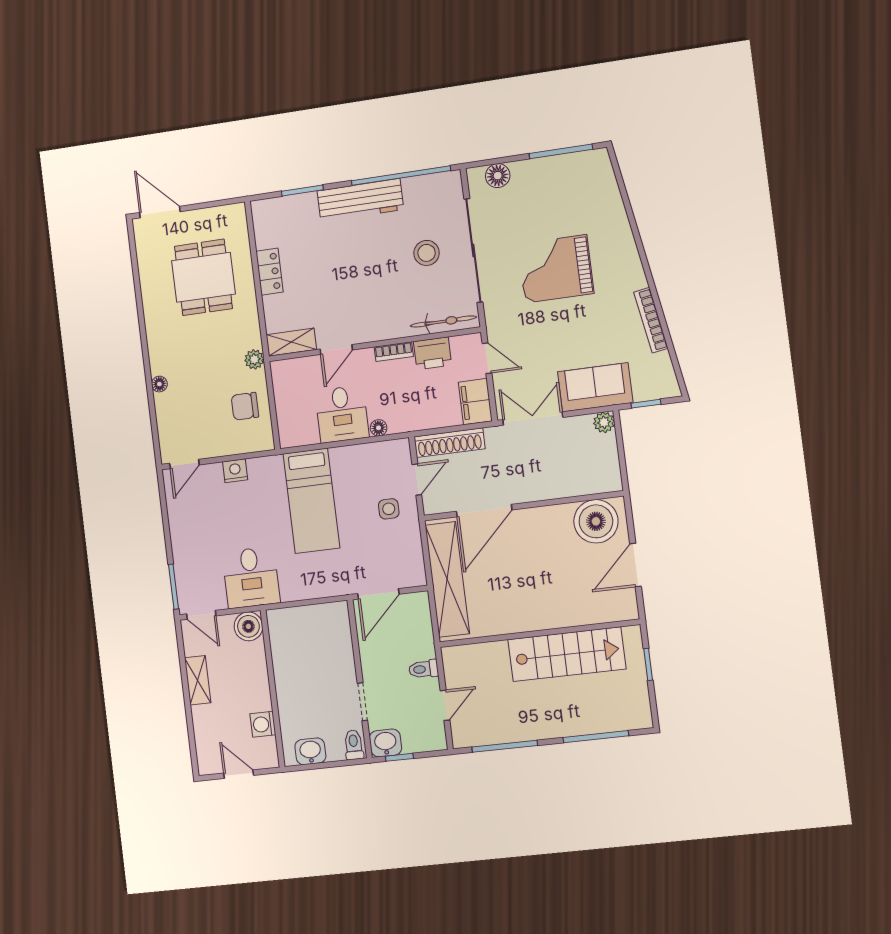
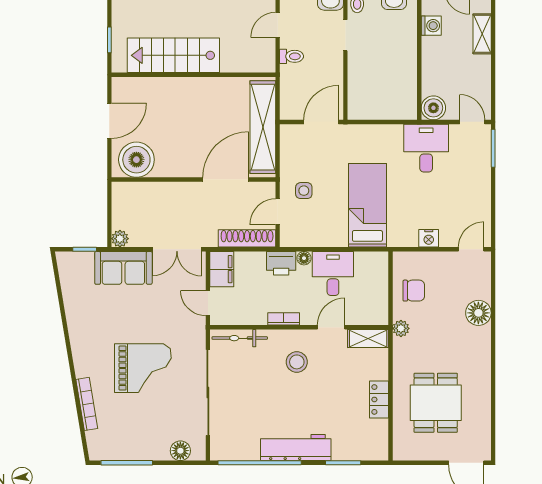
stool: (427, 253) -> (297, 362), moved
bookcase: (651, 320) -> (87, 404), moved
printer: (432, 353) -> (281, 263), moved, turned 180
floor lamp: (159, 384) -> (478, 313), width x1.89, depth x1.89
shelving: (198, 680) -> (482, 34), moved

